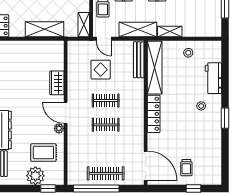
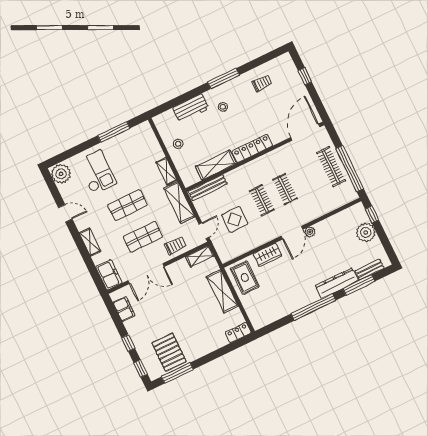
shelving: (155, 68) -> (216, 165), width x0.68
window: (225, 118) -> (223, 79), width x1.44
rug: (43, 153) -> (245, 278), moved
trolley: (186, 168) -> (262, 83), moved

